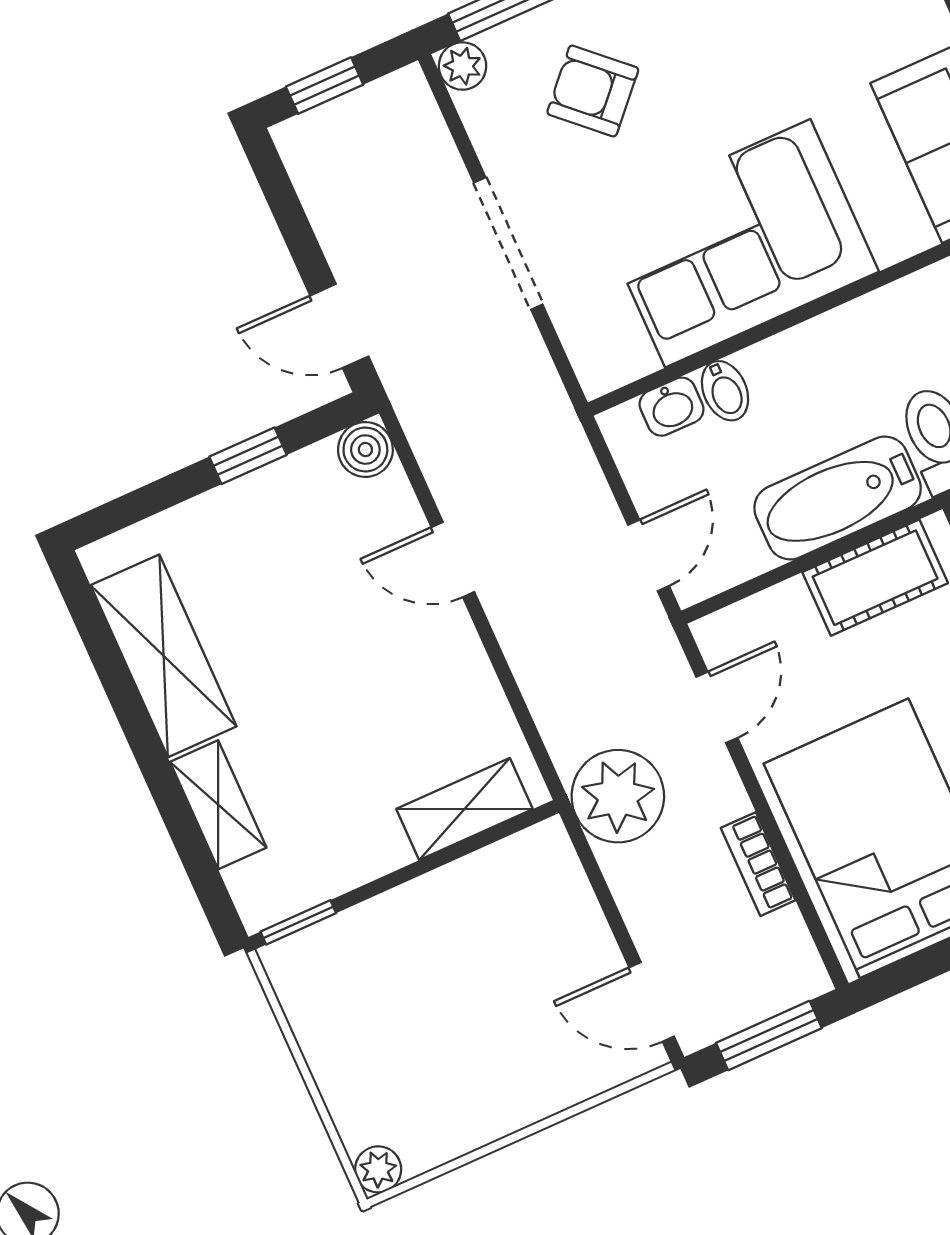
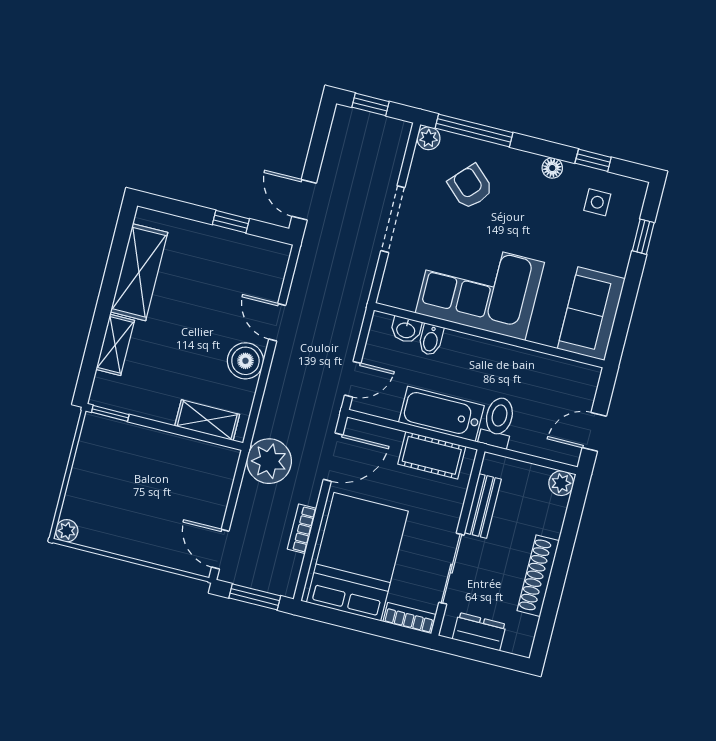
boiler: (365, 450) -> (245, 361), moved, width x1.36, depth x1.36
door: (717, 707) -> (333, 457), width x1.38

